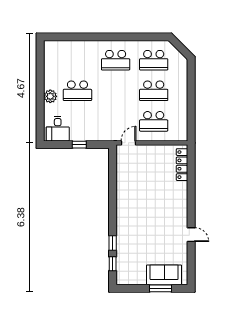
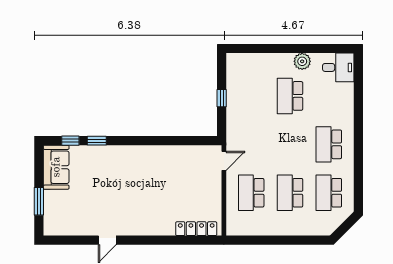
plant: (50, 96) -> (302, 61), moved
desk: (58, 129) -> (338, 67), moved, turned 180
door: (129, 143) -> (224, 161), hinge flipped
sofa: (164, 275) -> (56, 167), moved

